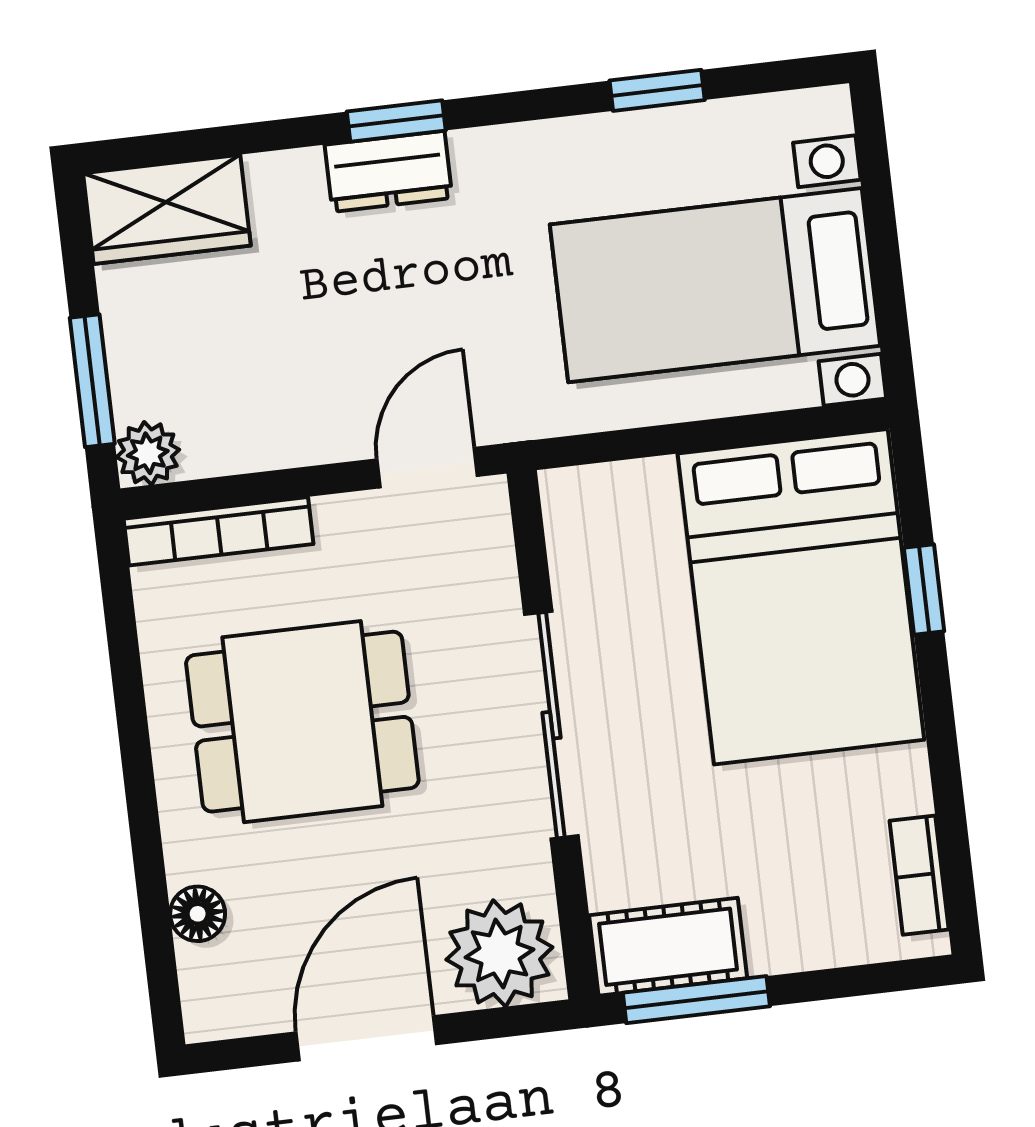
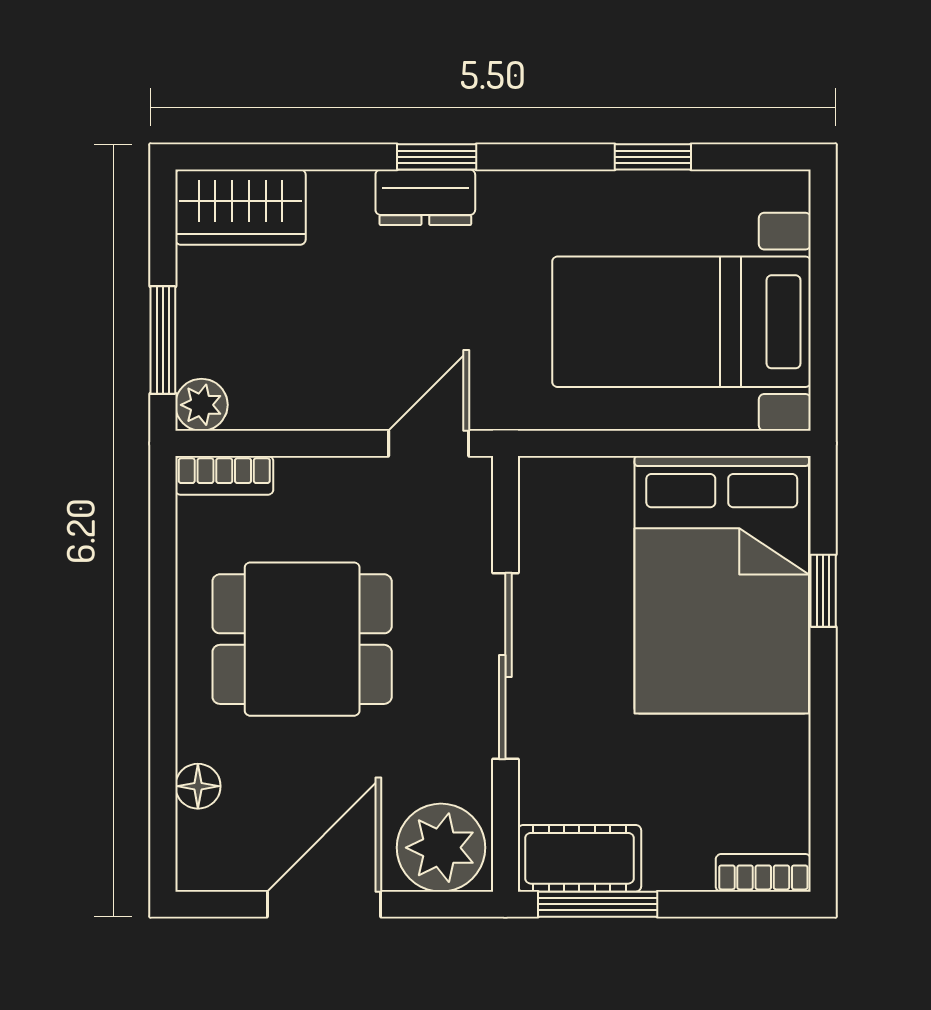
bookcase: (218, 531) -> (224, 475), width x0.64
bookcase: (919, 875) -> (763, 873), moved, turned 90

